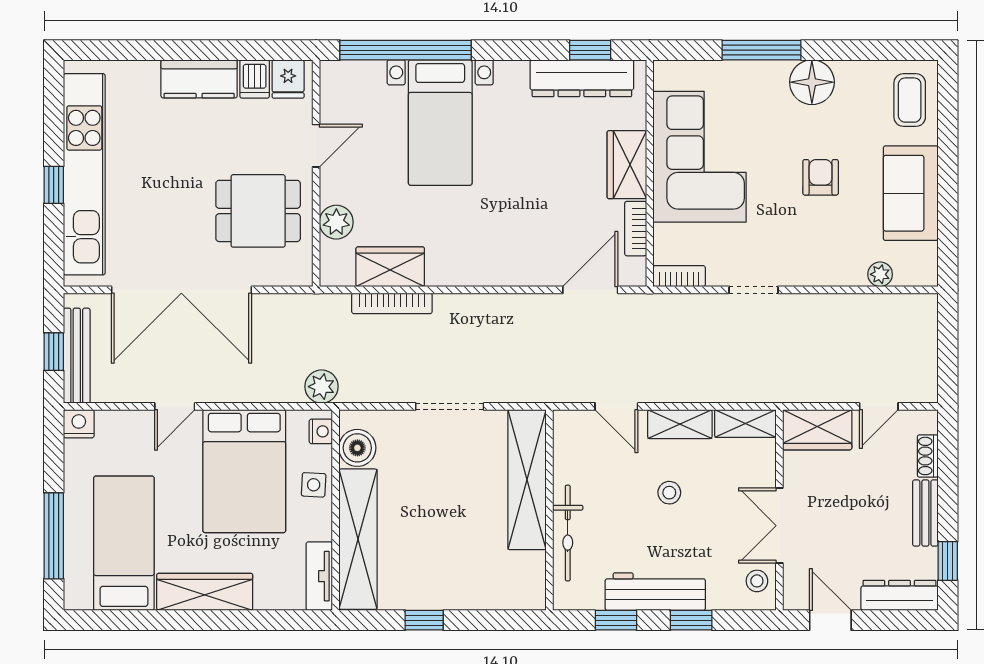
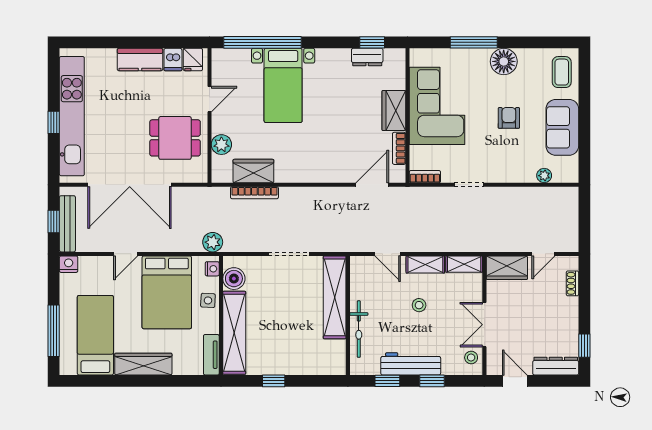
dresser: (582, 78) -> (367, 57), width x0.51, depth x0.80
bench: (925, 513) -> (571, 317), removed

